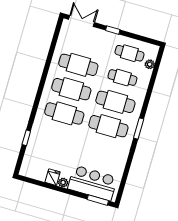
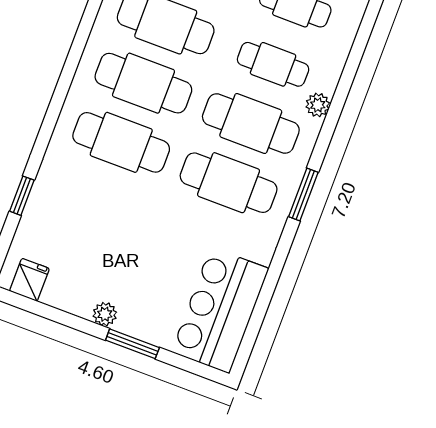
plant: (150, 64) -> (318, 105), moved
fridge: (53, 177) -> (29, 280), moved
bar counter: (93, 183) -> (220, 310), moved, turned -90
window: (98, 200) -> (132, 344), moved

